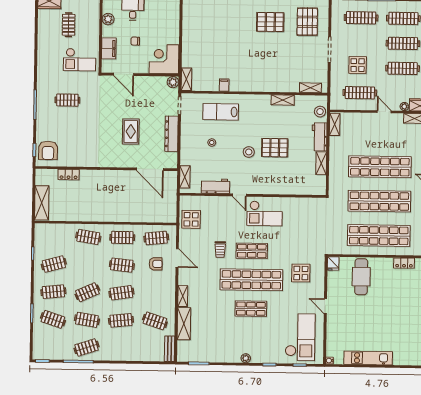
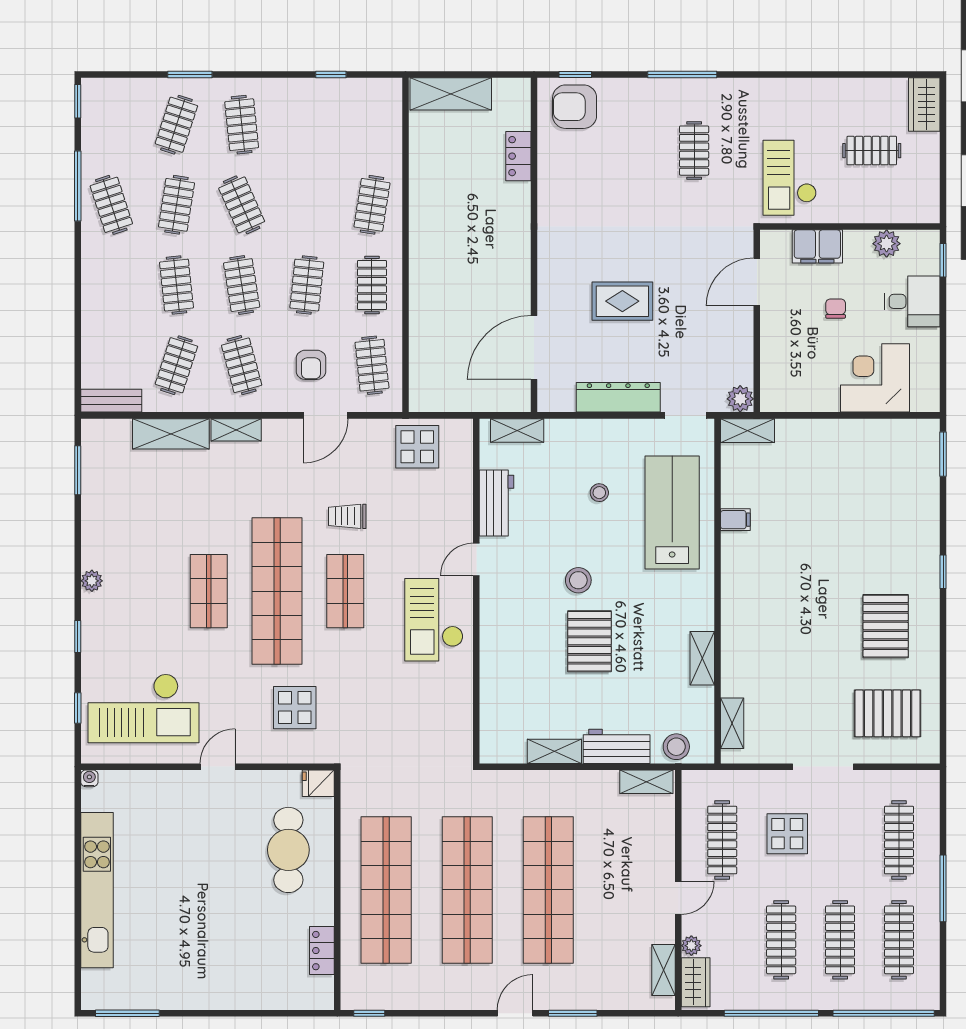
corner desk: (164, 59) -> (875, 378), moved, turned -90
lab bench: (221, 112) -> (672, 513), width x1.36, depth x1.39
clothes rail: (54, 264) -> (242, 365), moved
cafe table: (361, 277) -> (288, 850), turned 90
kitchen unit: (368, 358) -> (97, 890), width x1.36

